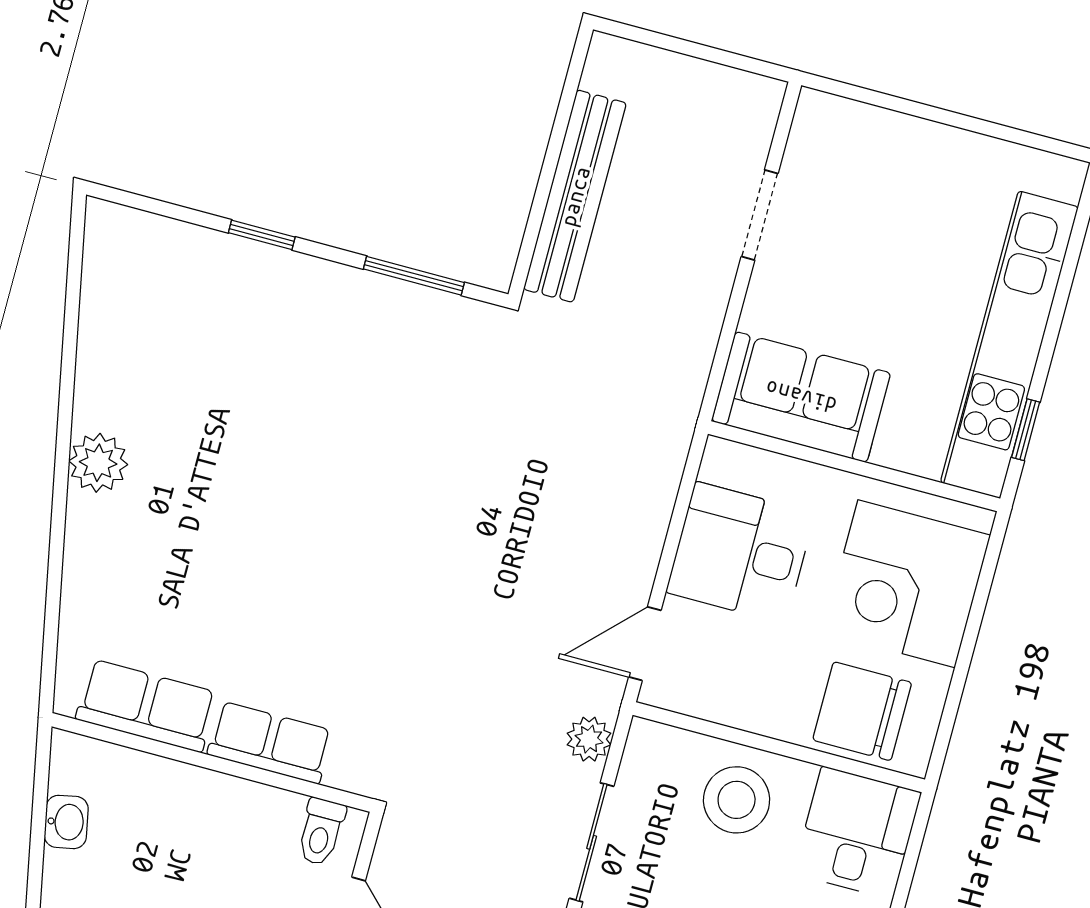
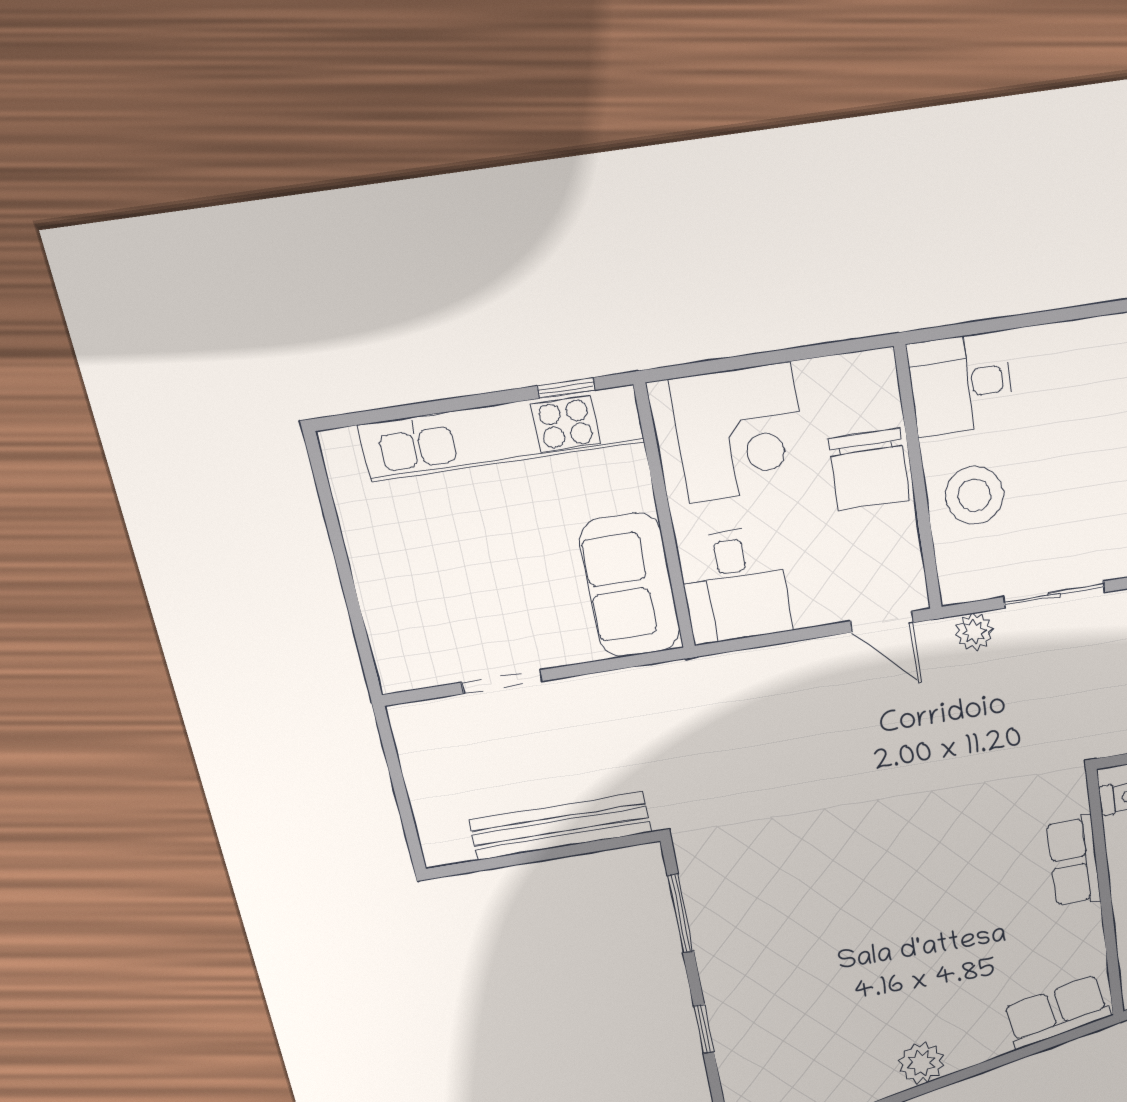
desk: (740, 553) -> (735, 585), moved
row of seats: (146, 706) -> (1057, 1012), moved, turned 79
chair: (862, 711) -> (869, 469), moved

